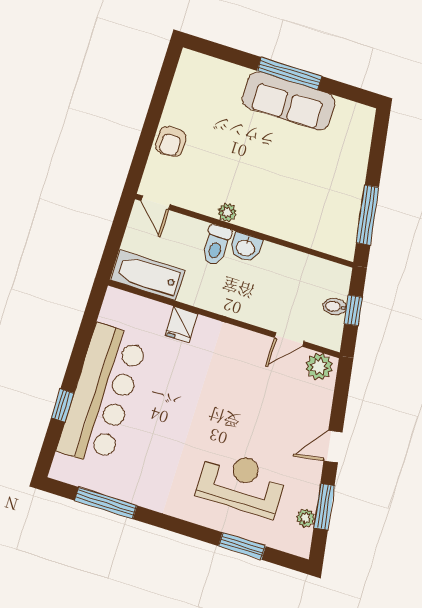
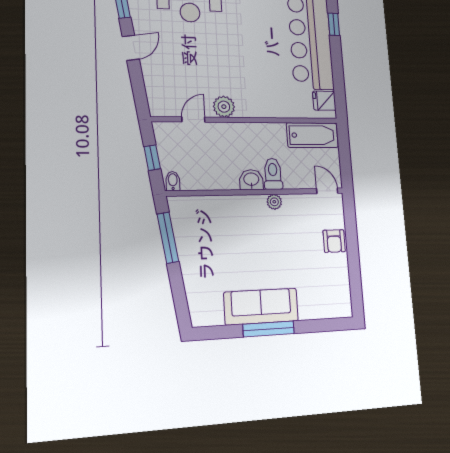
armchair: (171, 142) -> (334, 241), turned 180
bidet: (335, 306) -> (173, 181), moved, turned -81
fridge: (181, 324) -> (324, 101), moved, turned -90
plant: (319, 367) -> (224, 107), moved

